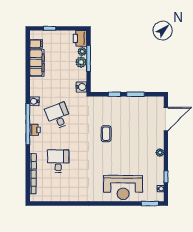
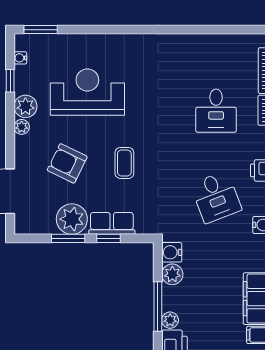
plant: (81, 62) -> (172, 274), moved
row of seats: (113, 102) -> (112, 223), added
plant: (134, 104) -> (72, 219), added
armchair: (136, 133) -> (67, 163), added
plant: (158, 163) -> (25, 106), added
reception desk: (123, 187) -> (87, 92), moved

